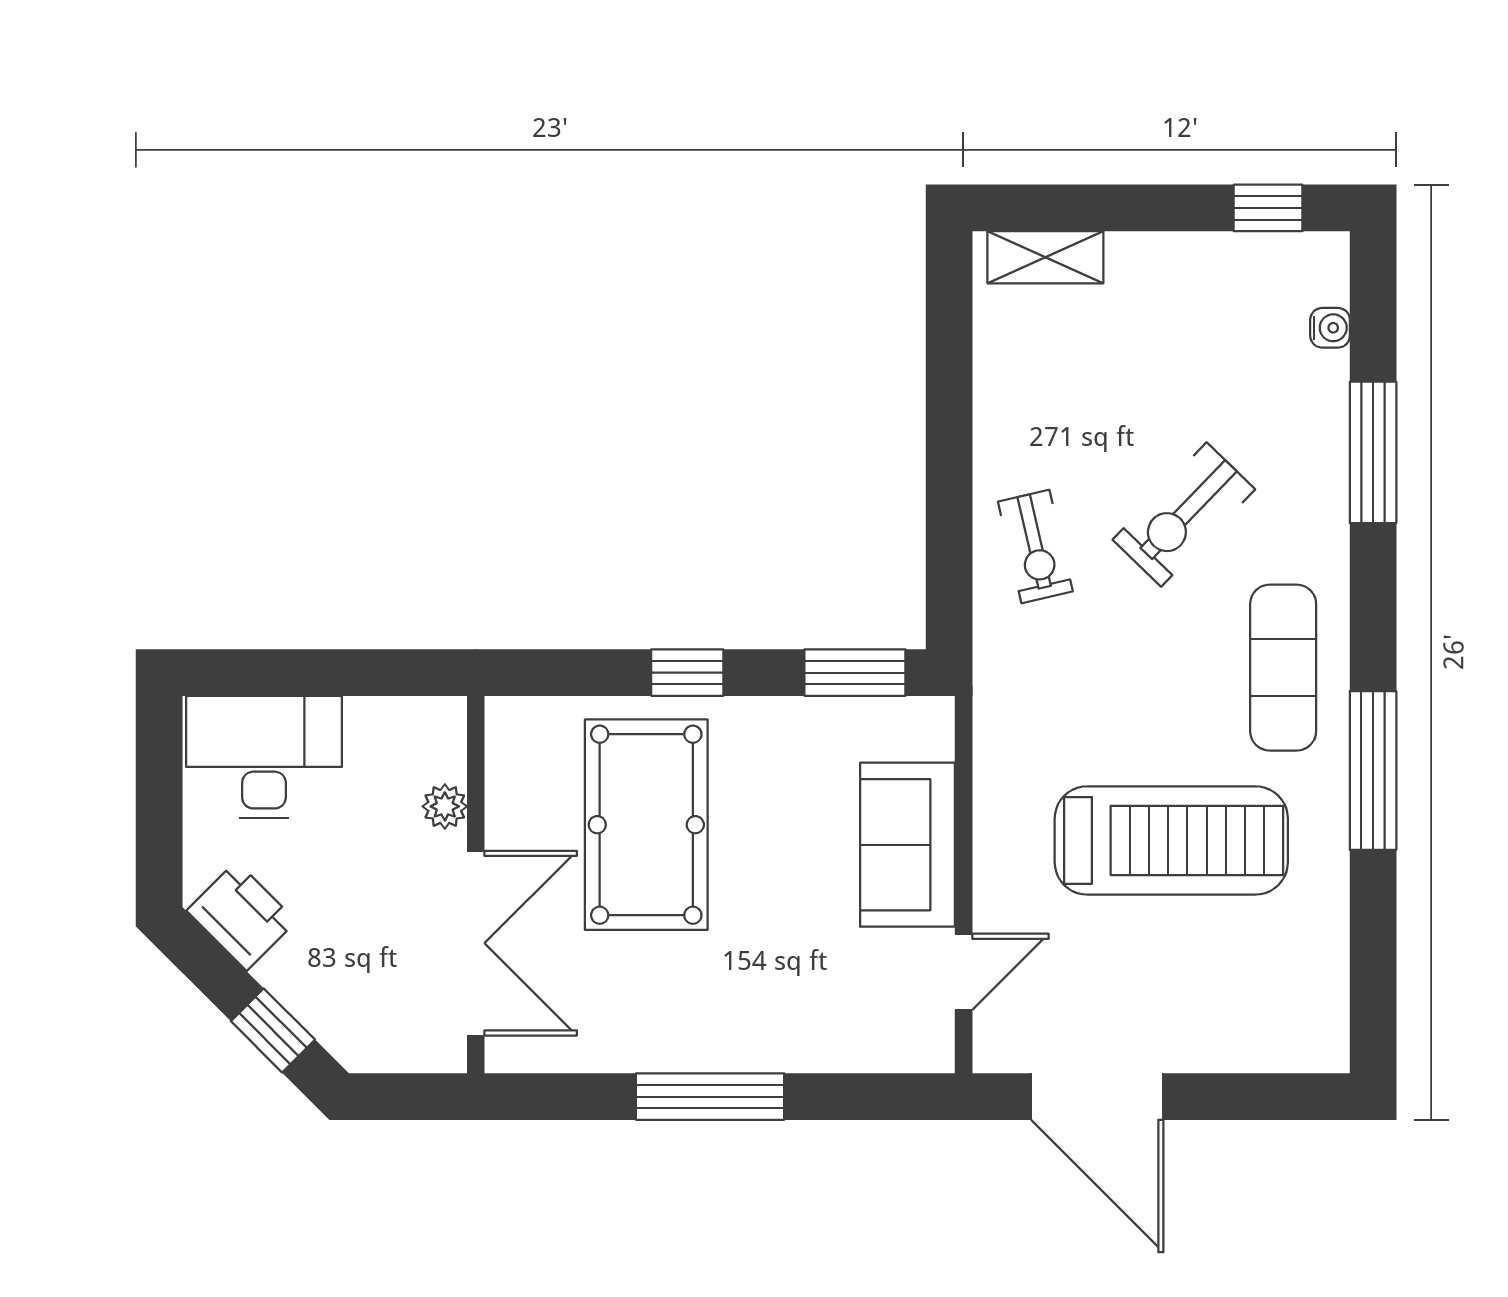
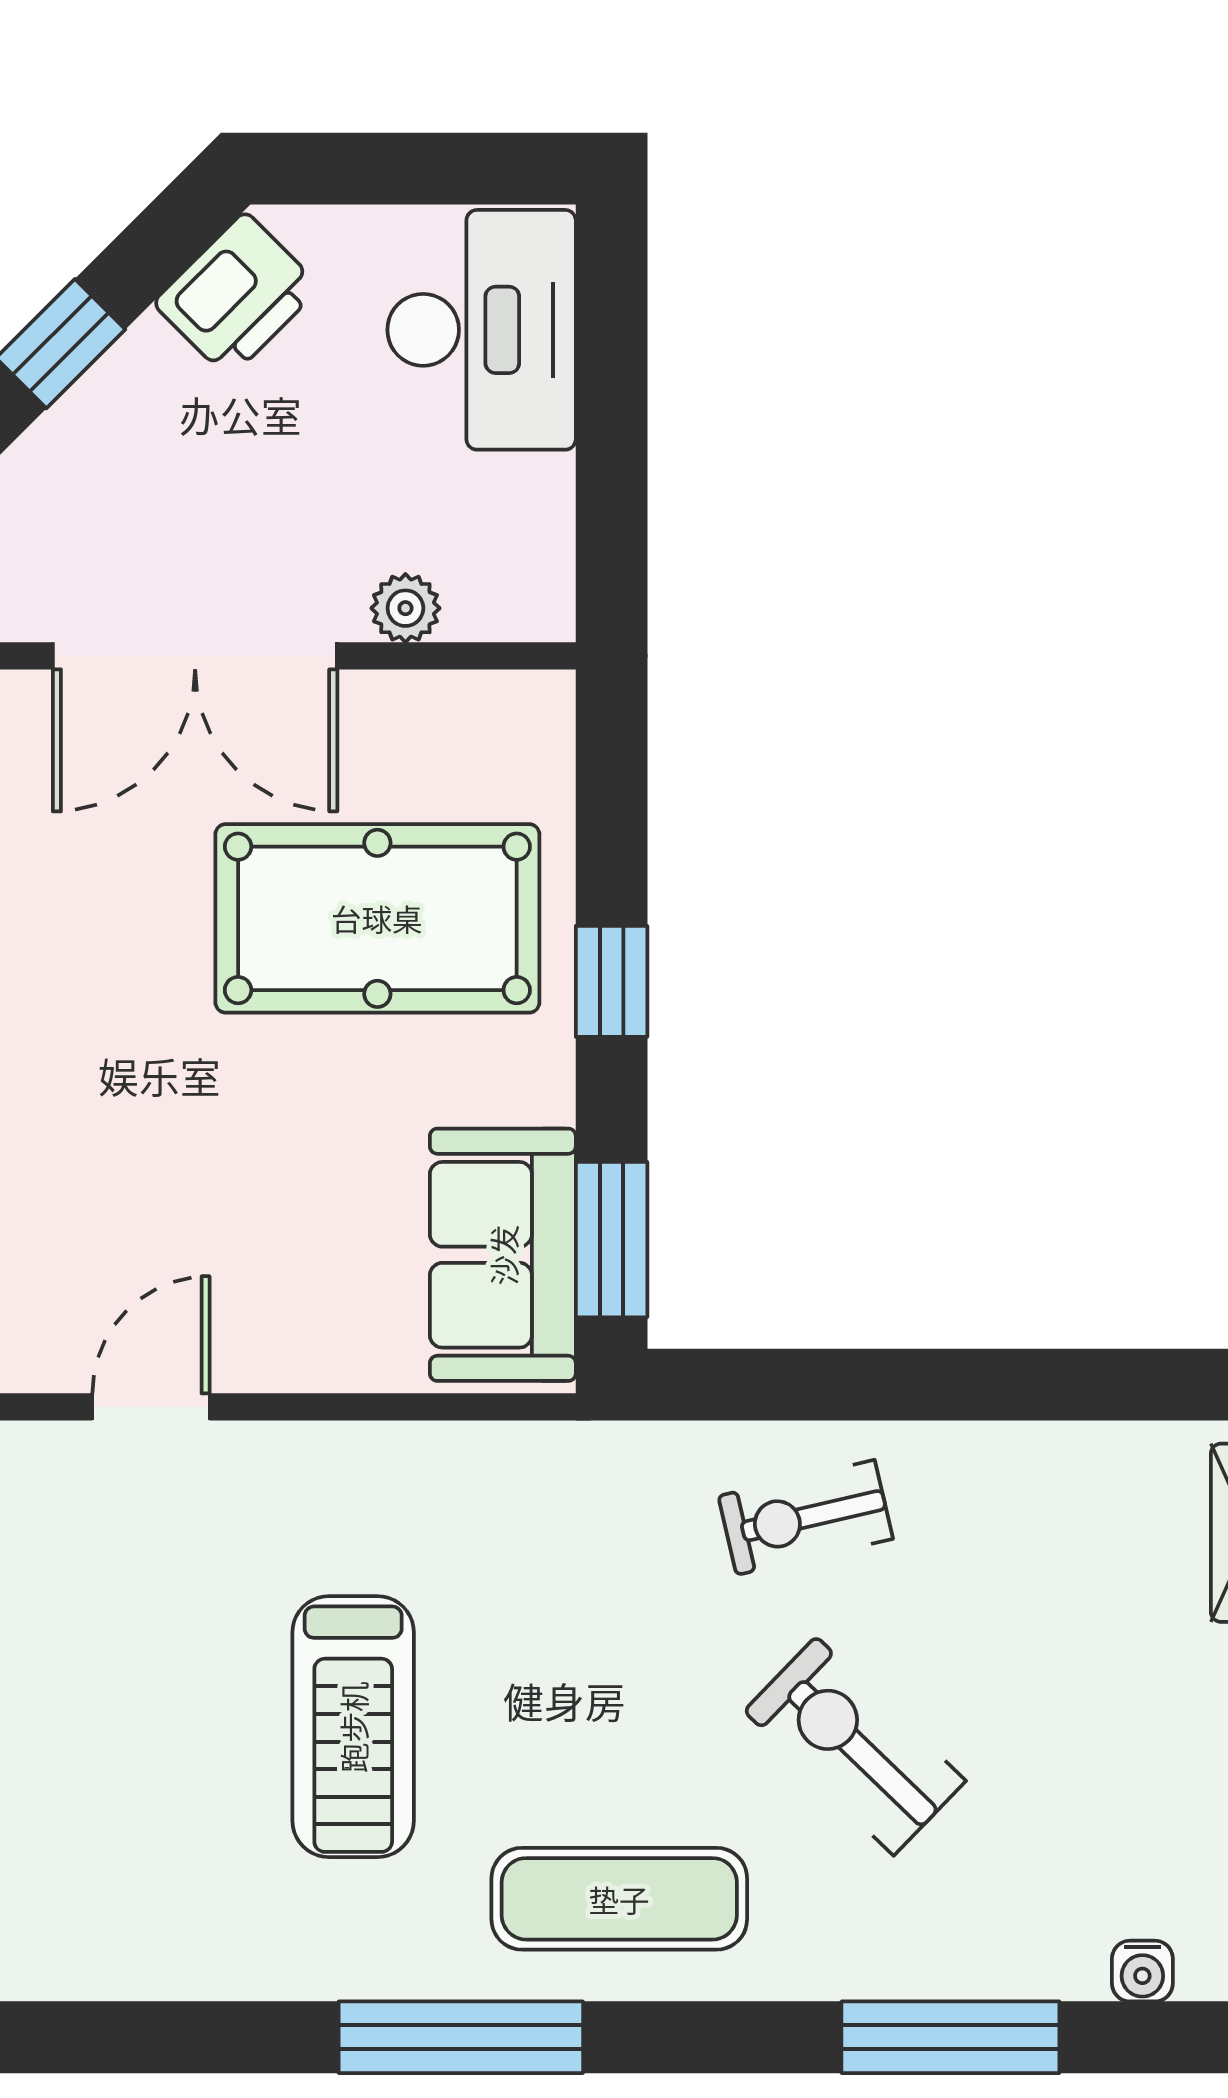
treadmill: (1171, 840) -> (353, 1727), width x0.73, depth x0.73
sofa: (908, 845) -> (503, 1255), moved, turned -90
door: (964, 972) -> (151, 1407), swing flipped

